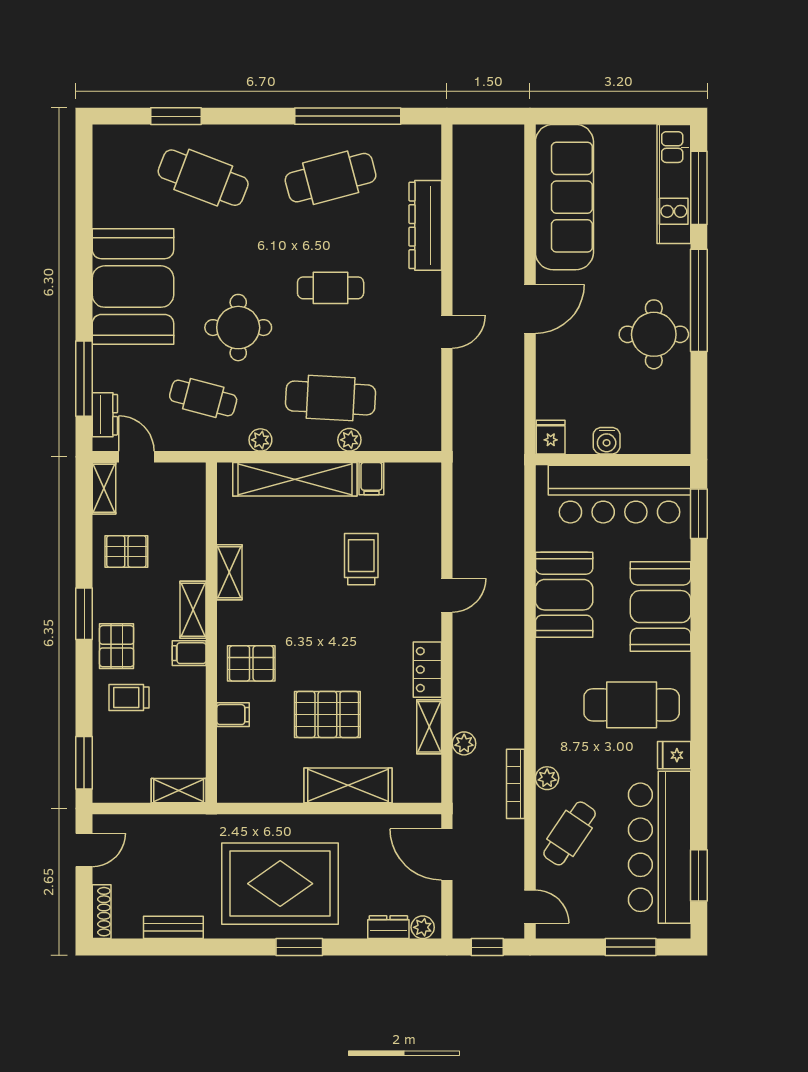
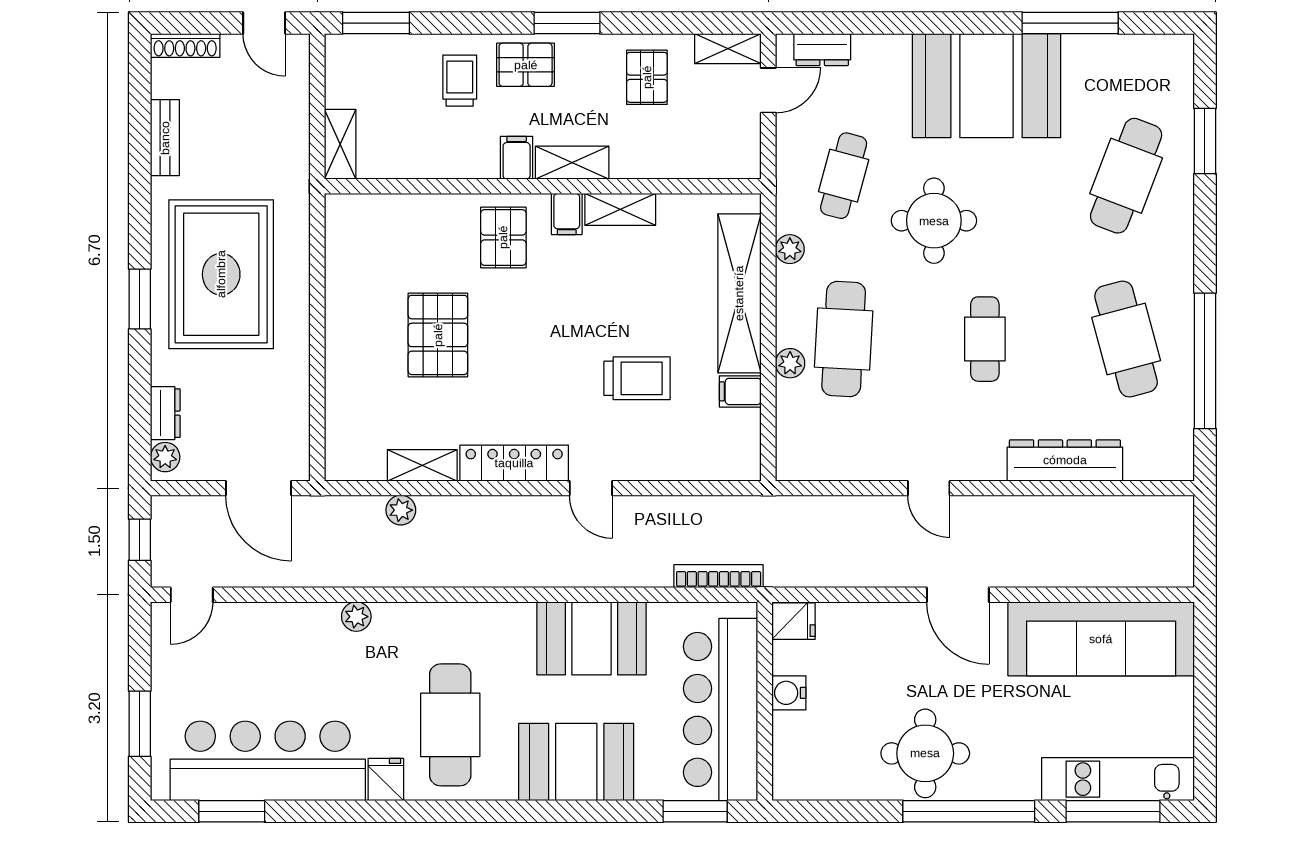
window: (84, 379) -> (1070, 23), moved
locker: (427, 670) -> (514, 463), width x1.53
filing cabinet: (233, 715) -> (567, 214), moved
bookcase: (516, 784) -> (719, 576), moved
shelving: (348, 785) -> (347, 361), removed
cafe table: (570, 833) -> (285, 645), removed
door: (447, 854) -> (258, 488), swing flipped

